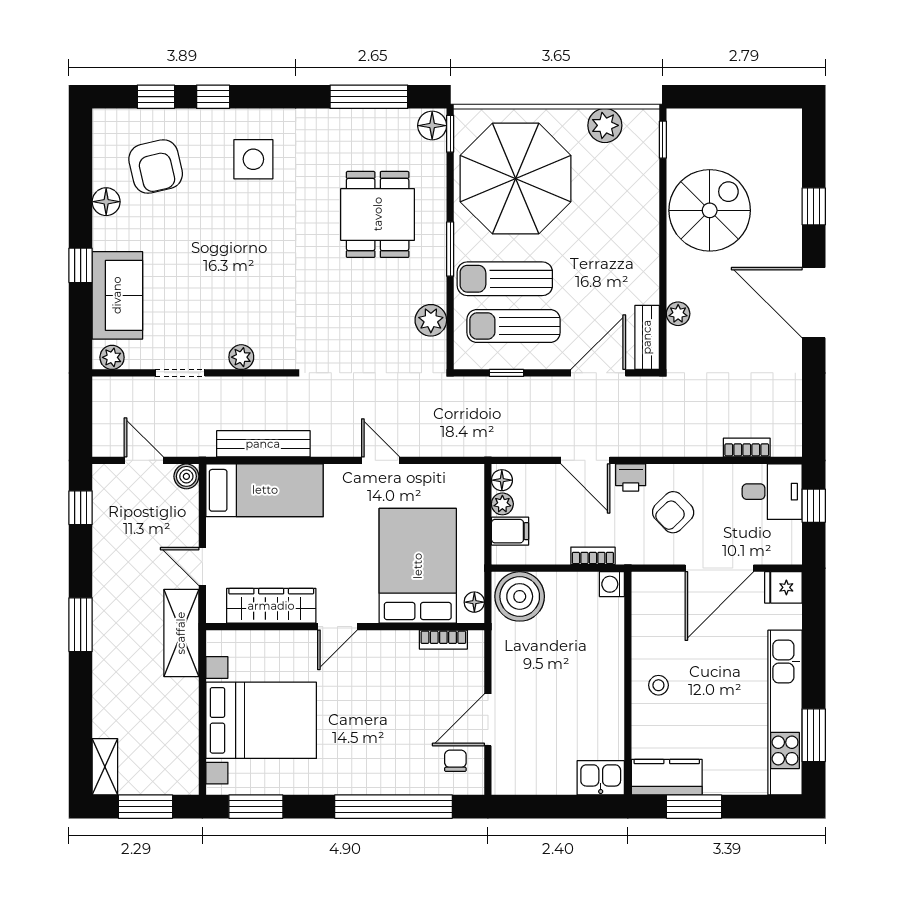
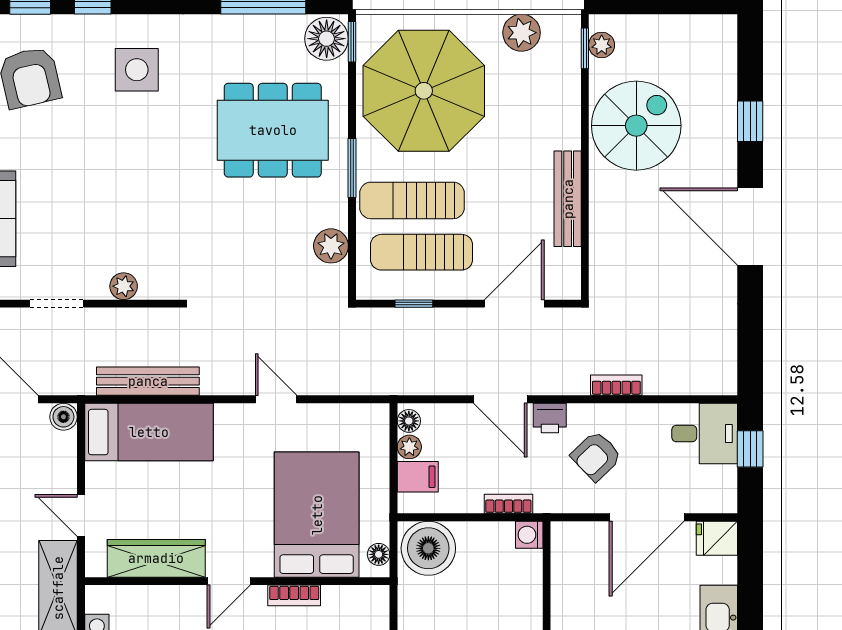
floor lamp: (432, 126) -> (327, 39), width x1.38, depth x1.38
dining table: (378, 214) -> (273, 130), width x1.38
plant: (678, 314) -> (602, 45), moved
bench: (647, 337) -> (568, 199), moved, width x1.36
bookcase: (747, 448) -> (616, 385), moved
bookcase: (443, 640) -> (294, 595), moved

